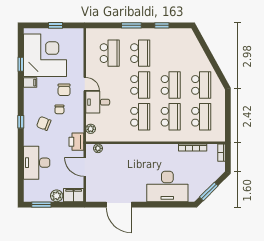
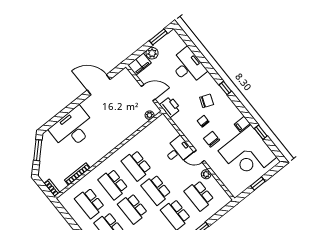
plant: (91, 129) -> (206, 174), moved

